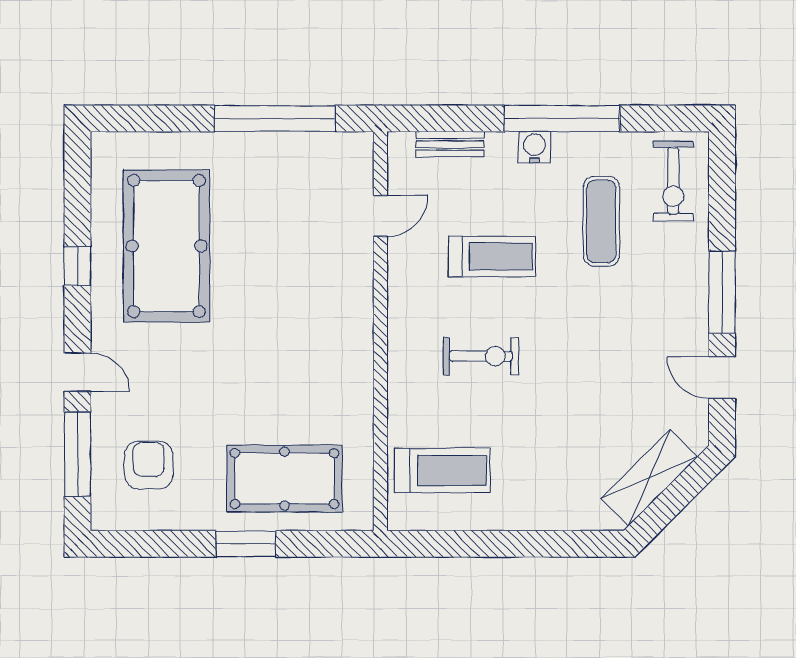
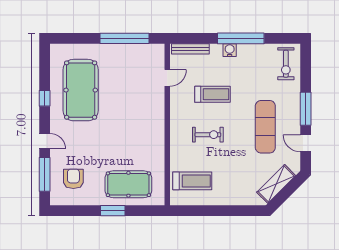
bench: (450, 144) -> (190, 49), width x1.36
exercise mat: (601, 221) -> (265, 127), moved, width x1.36, depth x1.45

